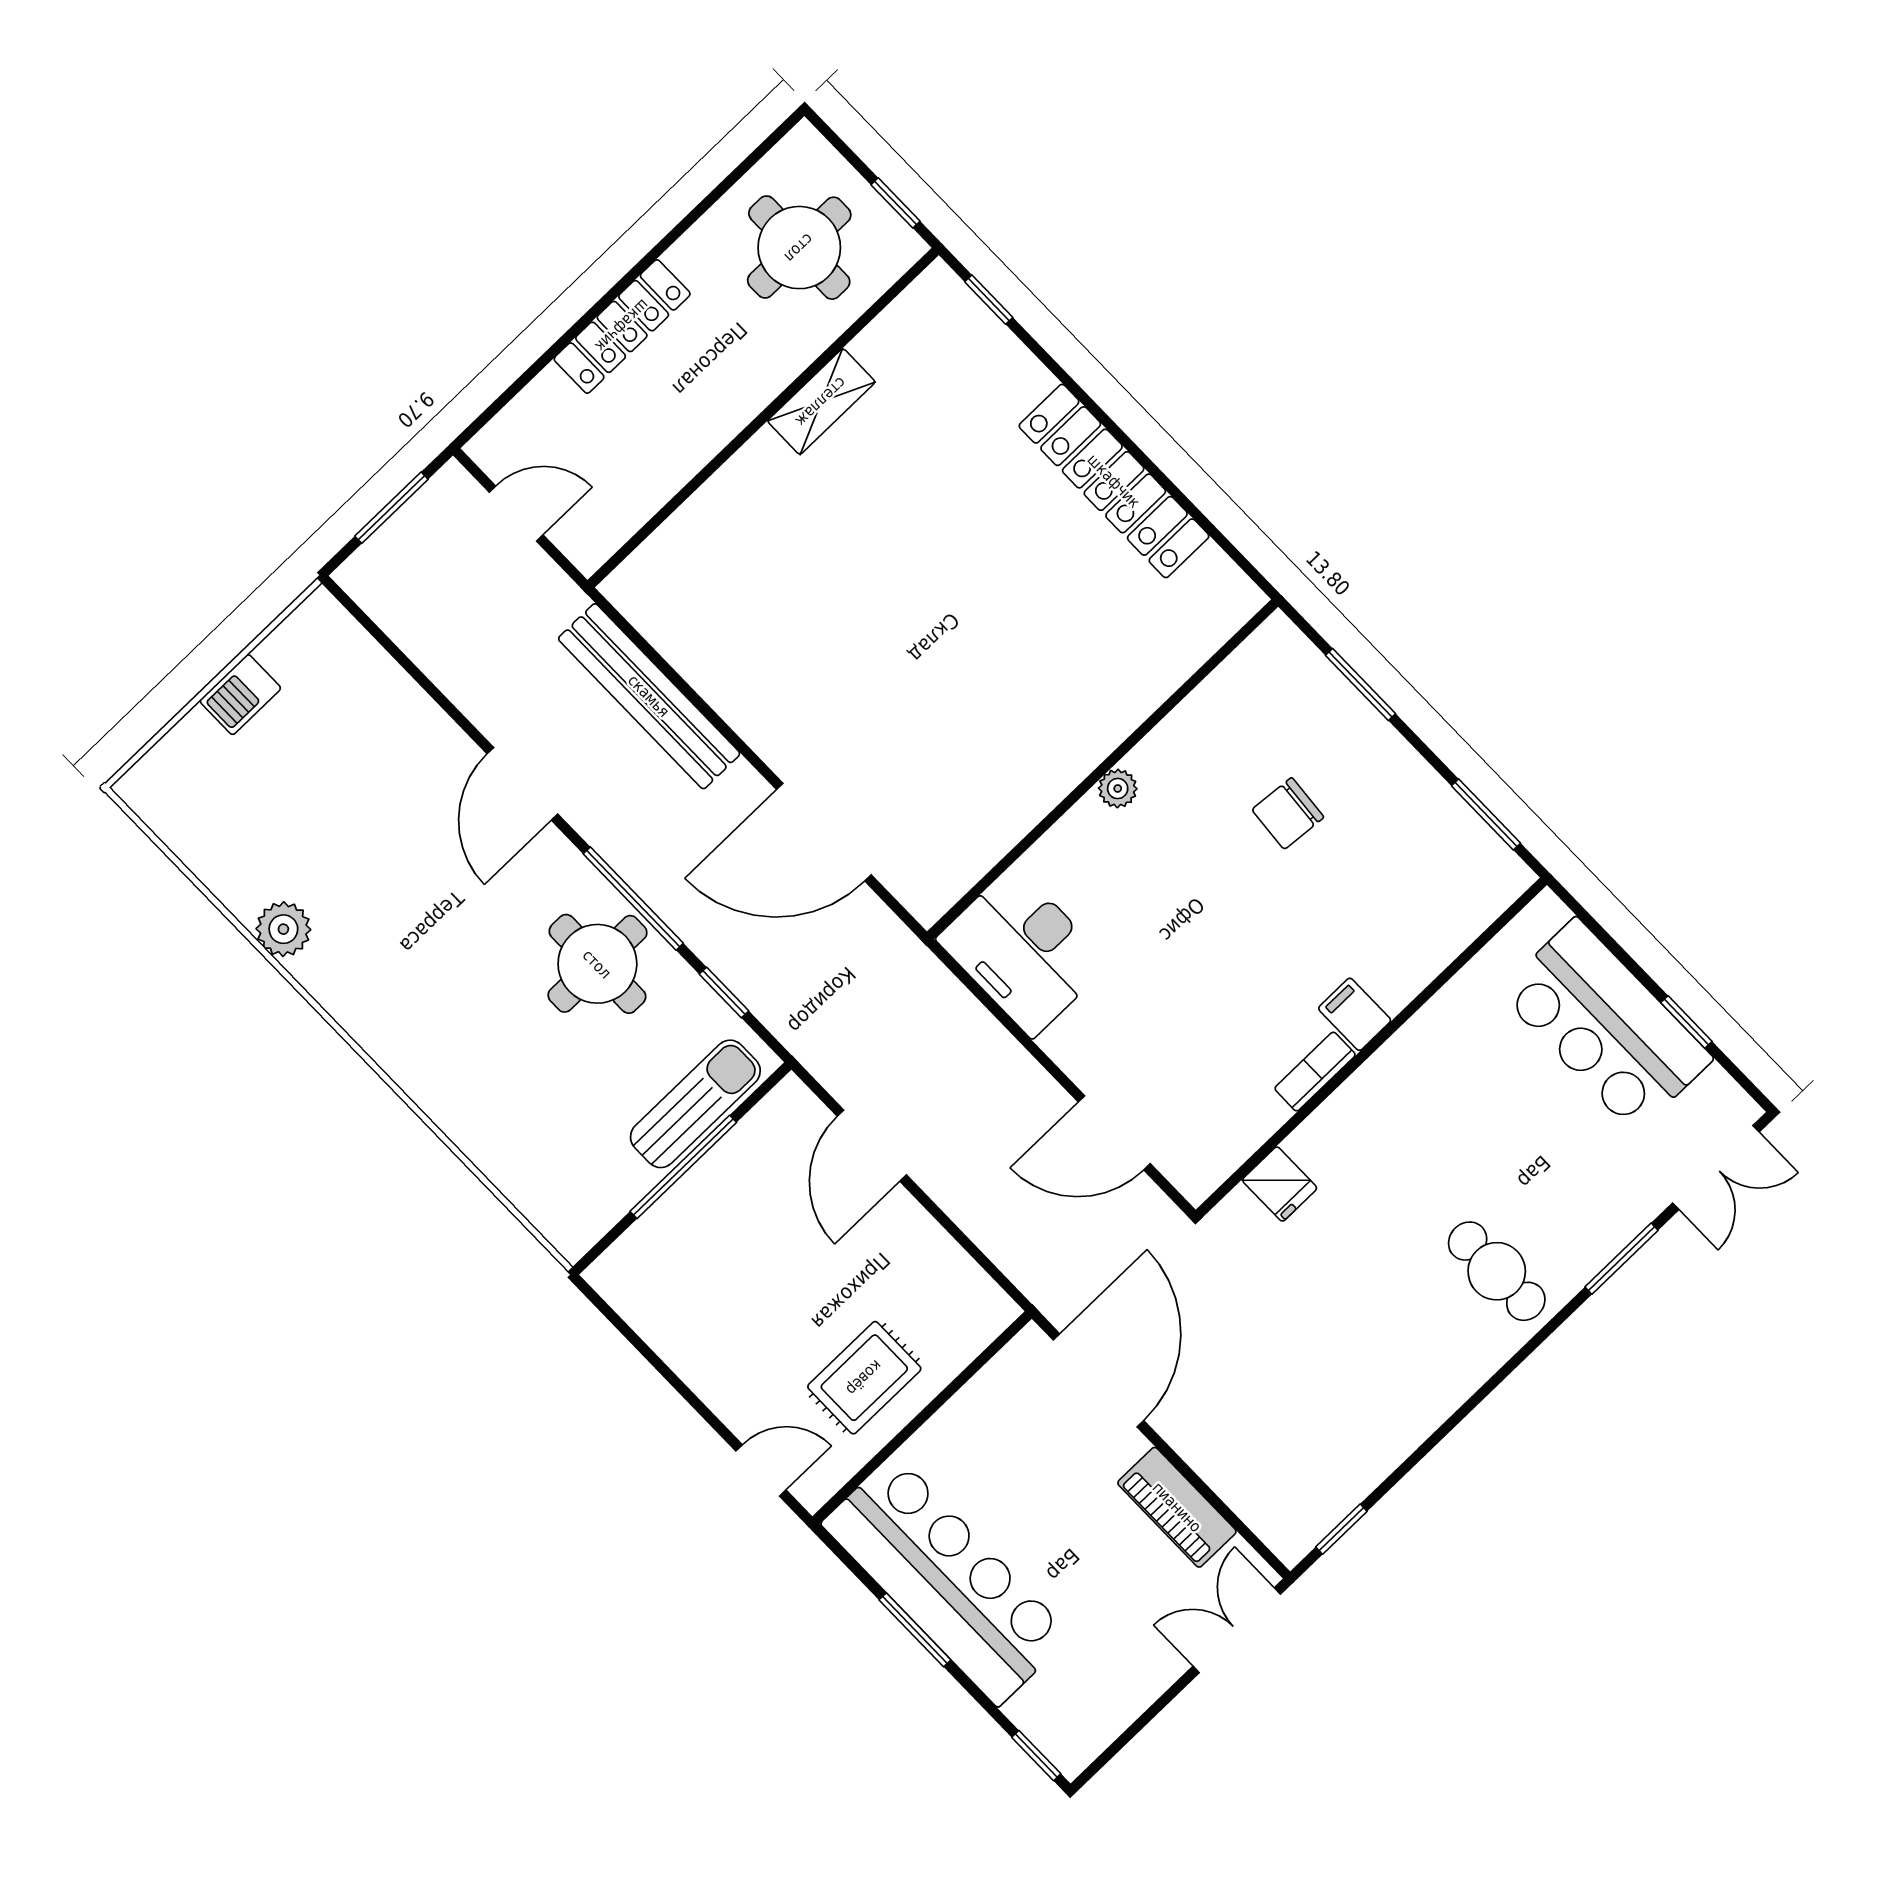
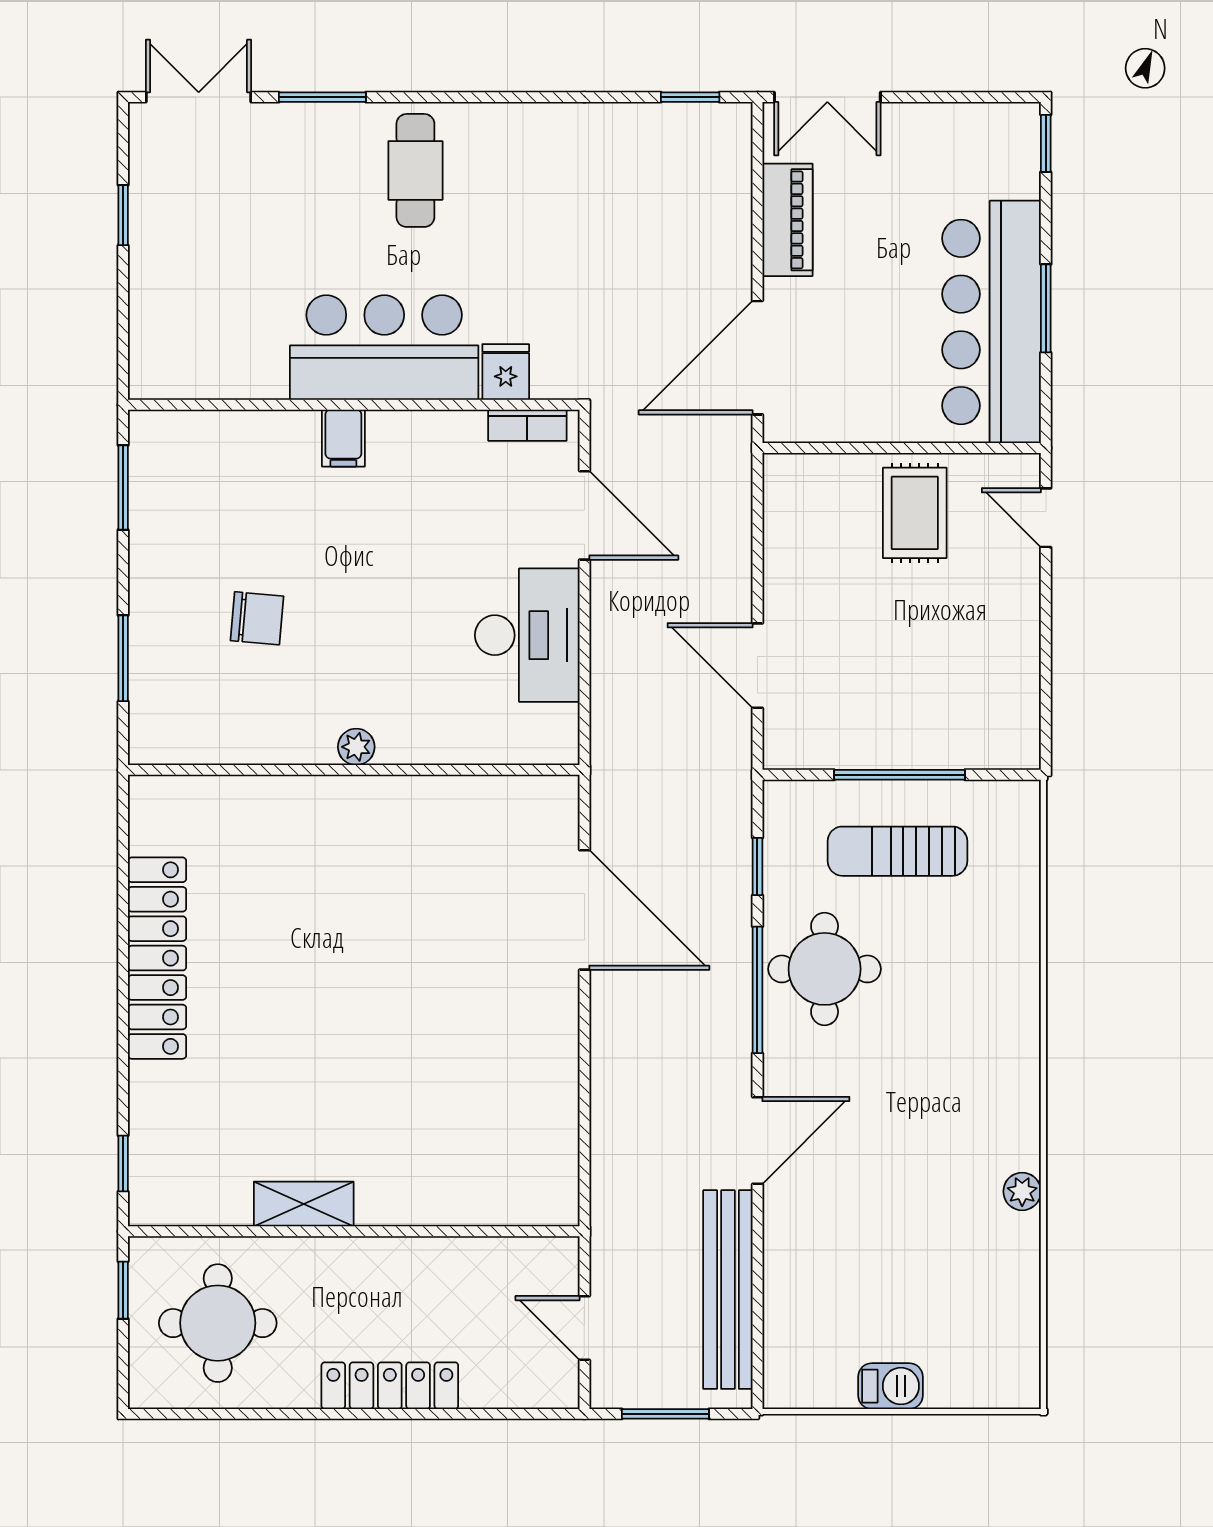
bench: (649, 696) -> (728, 1290), moved
plant: (283, 929) -> (1022, 1191), width x0.73, depth x0.73
desk: (1023, 951) -> (527, 635), moved
bar counter: (1606, 1025) -> (384, 348), moved, turned -90
bookcase: (1315, 1072) -> (527, 425), moved
sun lounger: (695, 1104) -> (897, 851), moved
door: (872, 1146) -> (757, 666), swing flipped
rug: (864, 1378) -> (915, 513), turned 90

